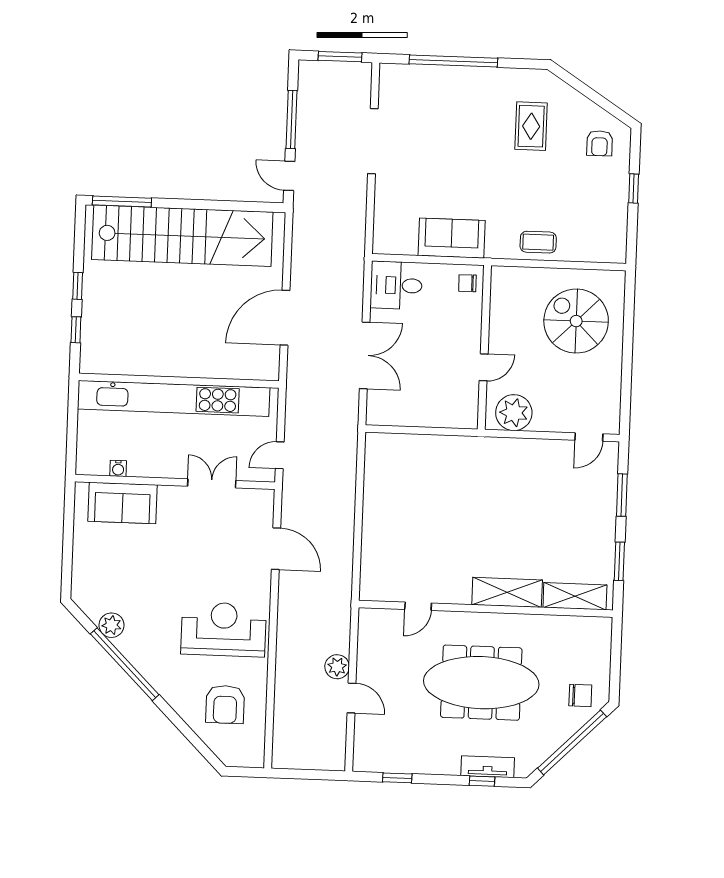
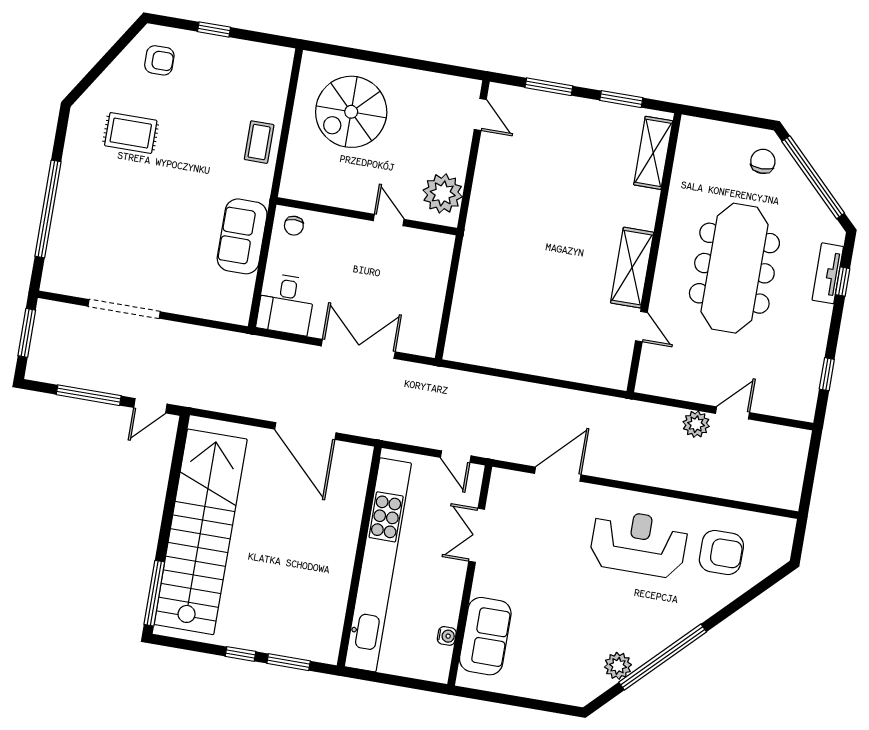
window: (76, 330) -> (289, 662), width x1.50
shelving: (507, 592) -> (632, 268), moved
reception desk: (224, 629) -> (639, 543), turned 90

